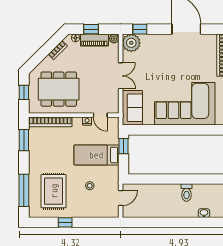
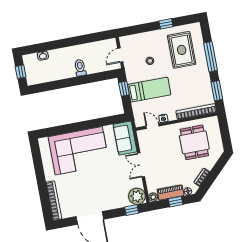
dining table: (59, 89) -> (194, 142), width x0.73
window: (24, 92) -> (225, 134), removed
window: (123, 146) -> (124, 89), moved
window: (24, 190) -> (210, 57), moved
toilet: (187, 193) -> (80, 68), moved

